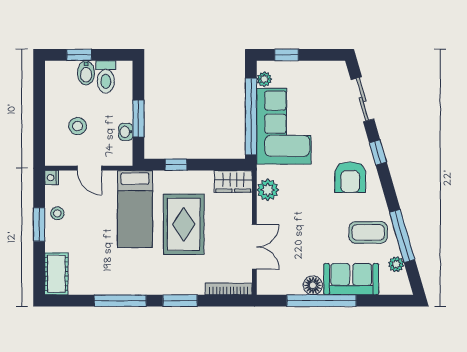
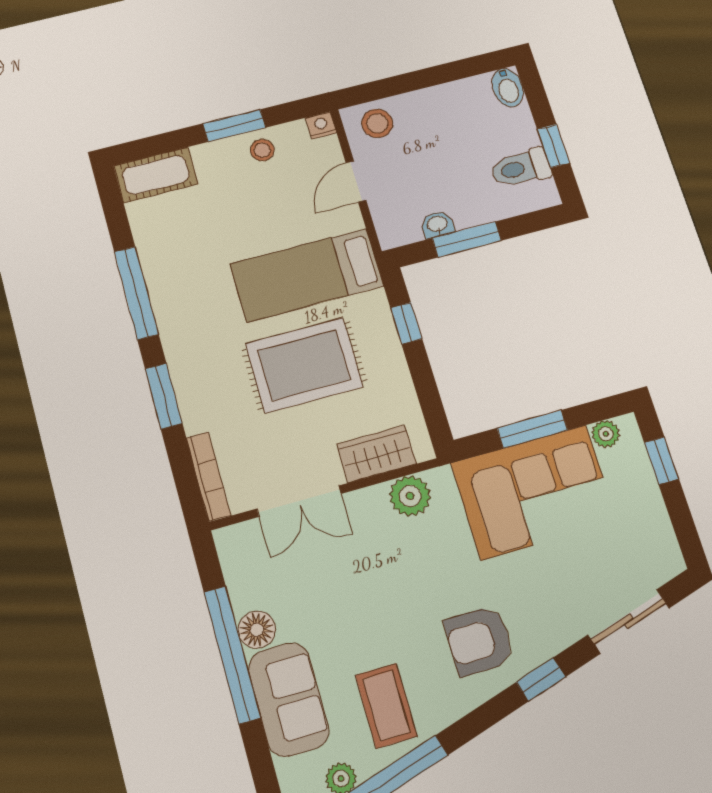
window: (79, 55) -> (553, 146), moved
bidet: (86, 73) -> (508, 88), moved, turned -90
window: (251, 116) -> (532, 429), width x0.47
stool: (78, 126) -> (377, 123), moved
wardrobe: (233, 181) -> (377, 454), moved, turned 90

